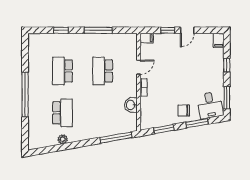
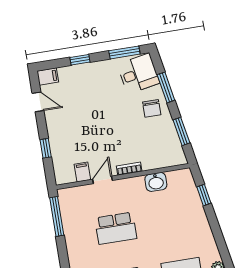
window: (98, 30) -> (57, 216), moved
door: (187, 30) -> (38, 102), moved
filing cabinet: (147, 38) -> (82, 172), moved
door: (139, 67) -> (103, 180), hinge flipped
window: (116, 138) -> (204, 195), width x0.46

